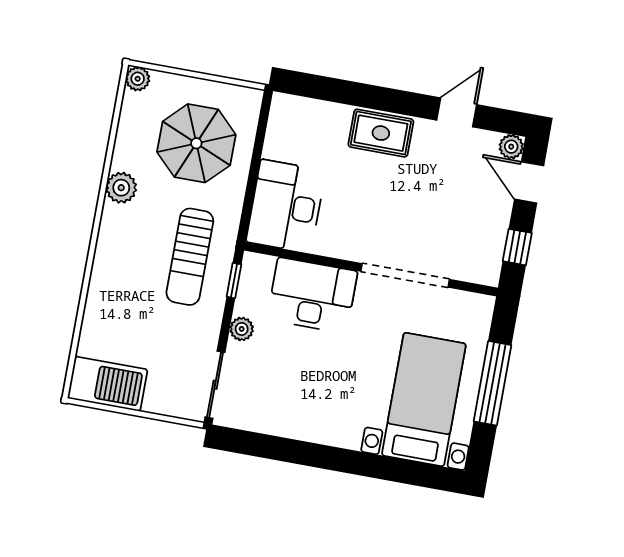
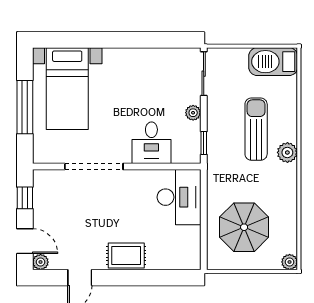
plant: (121, 188) -> (287, 152), moved
sun lounger: (190, 257) -> (256, 129), moved
desk: (312, 295) -> (151, 143), width x0.73

